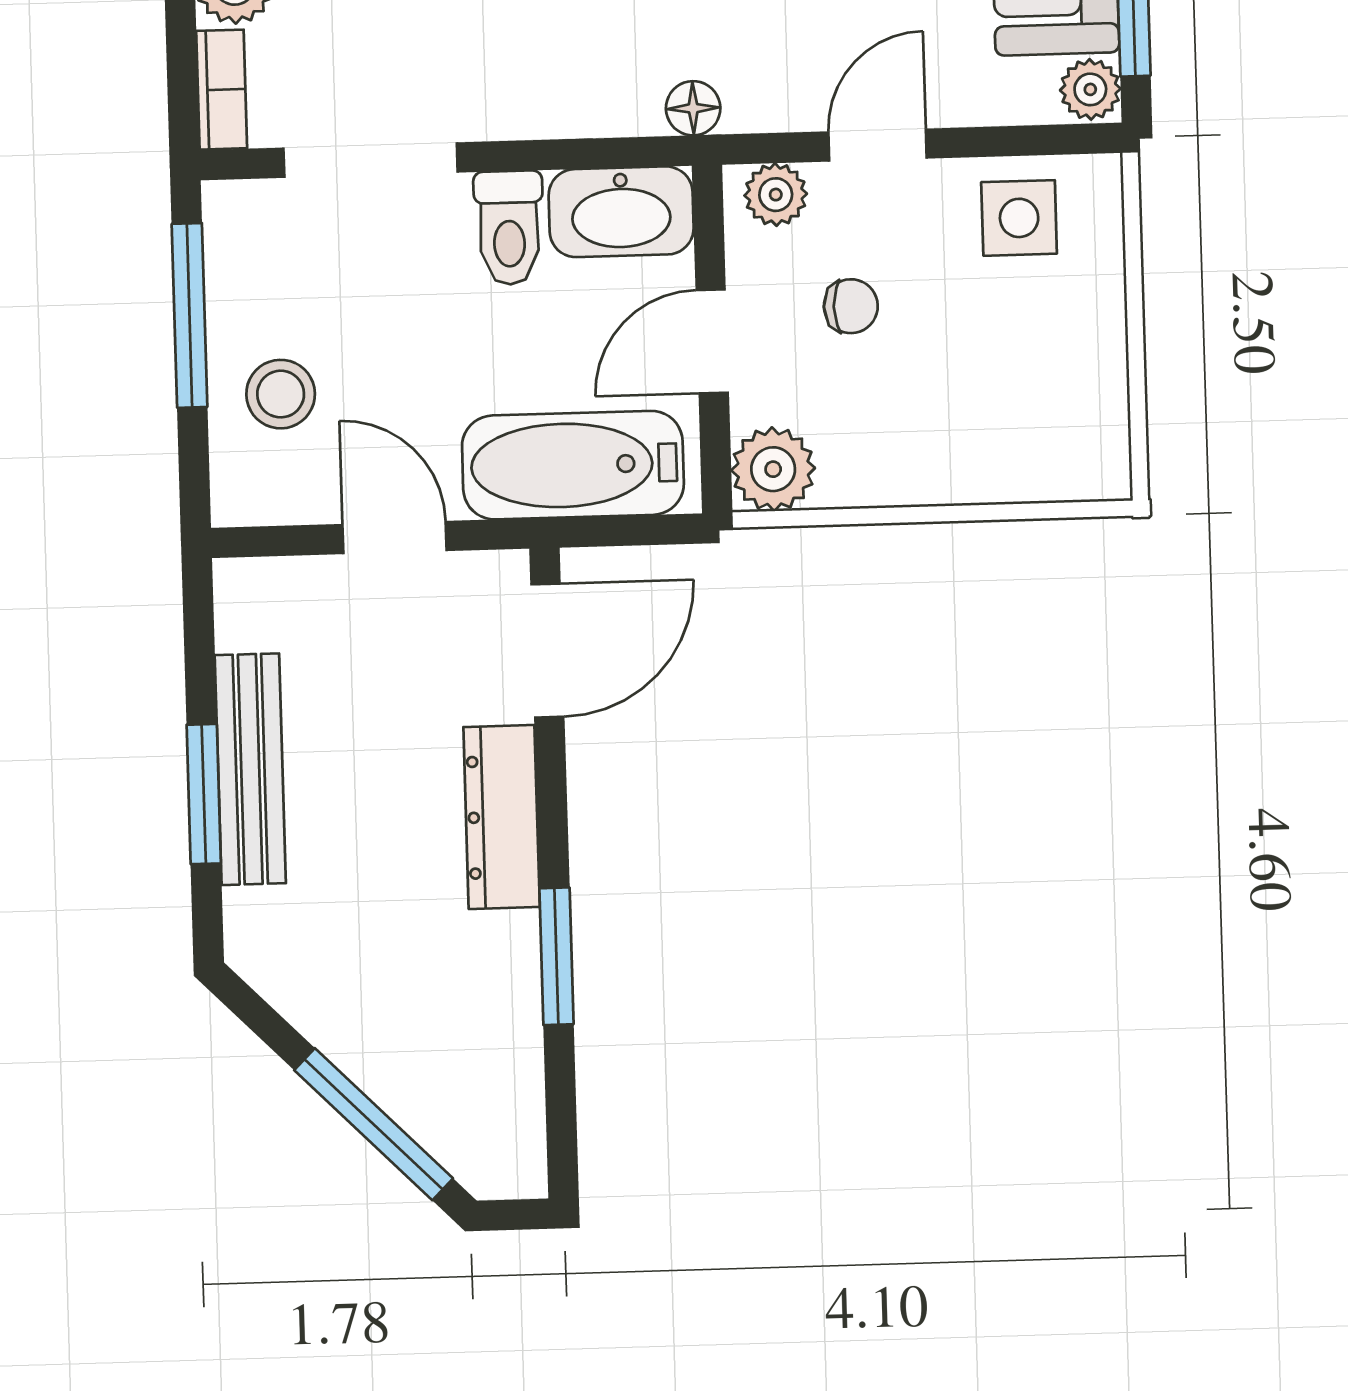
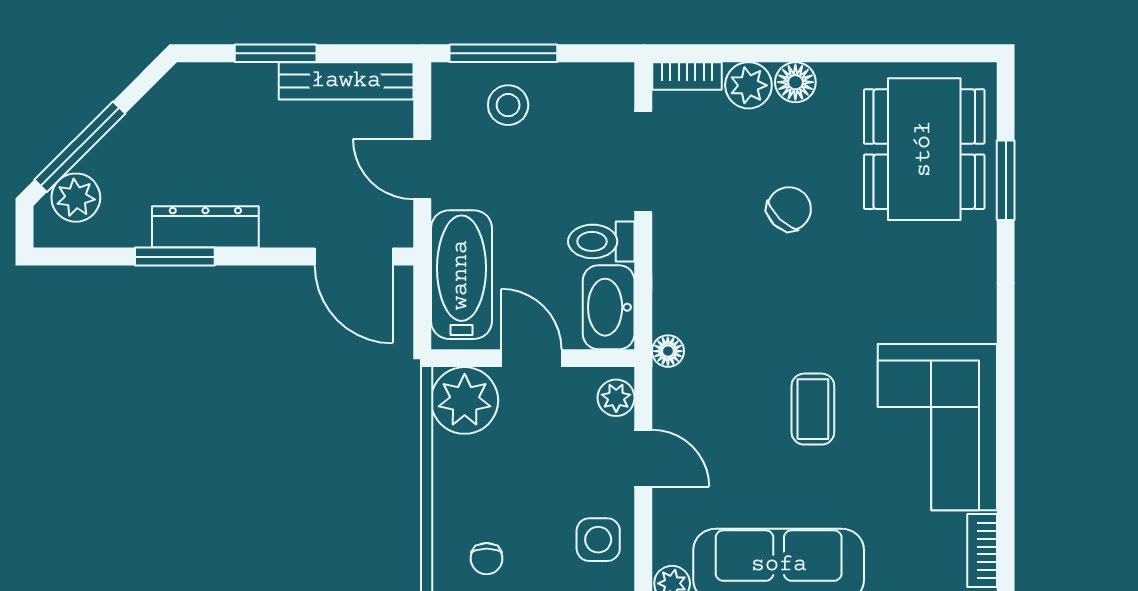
chair: (851, 306) -> (487, 559), moved
window: (190, 315) -> (503, 53), moved
plant: (773, 469) -> (465, 400), width x1.36, depth x1.36
door: (395, 538) -> (422, 169), swing flipped
bench: (250, 769) -> (346, 81), moved
dresser: (502, 817) -> (205, 227), moved
plant: (461, 1128) -> (76, 198), added

